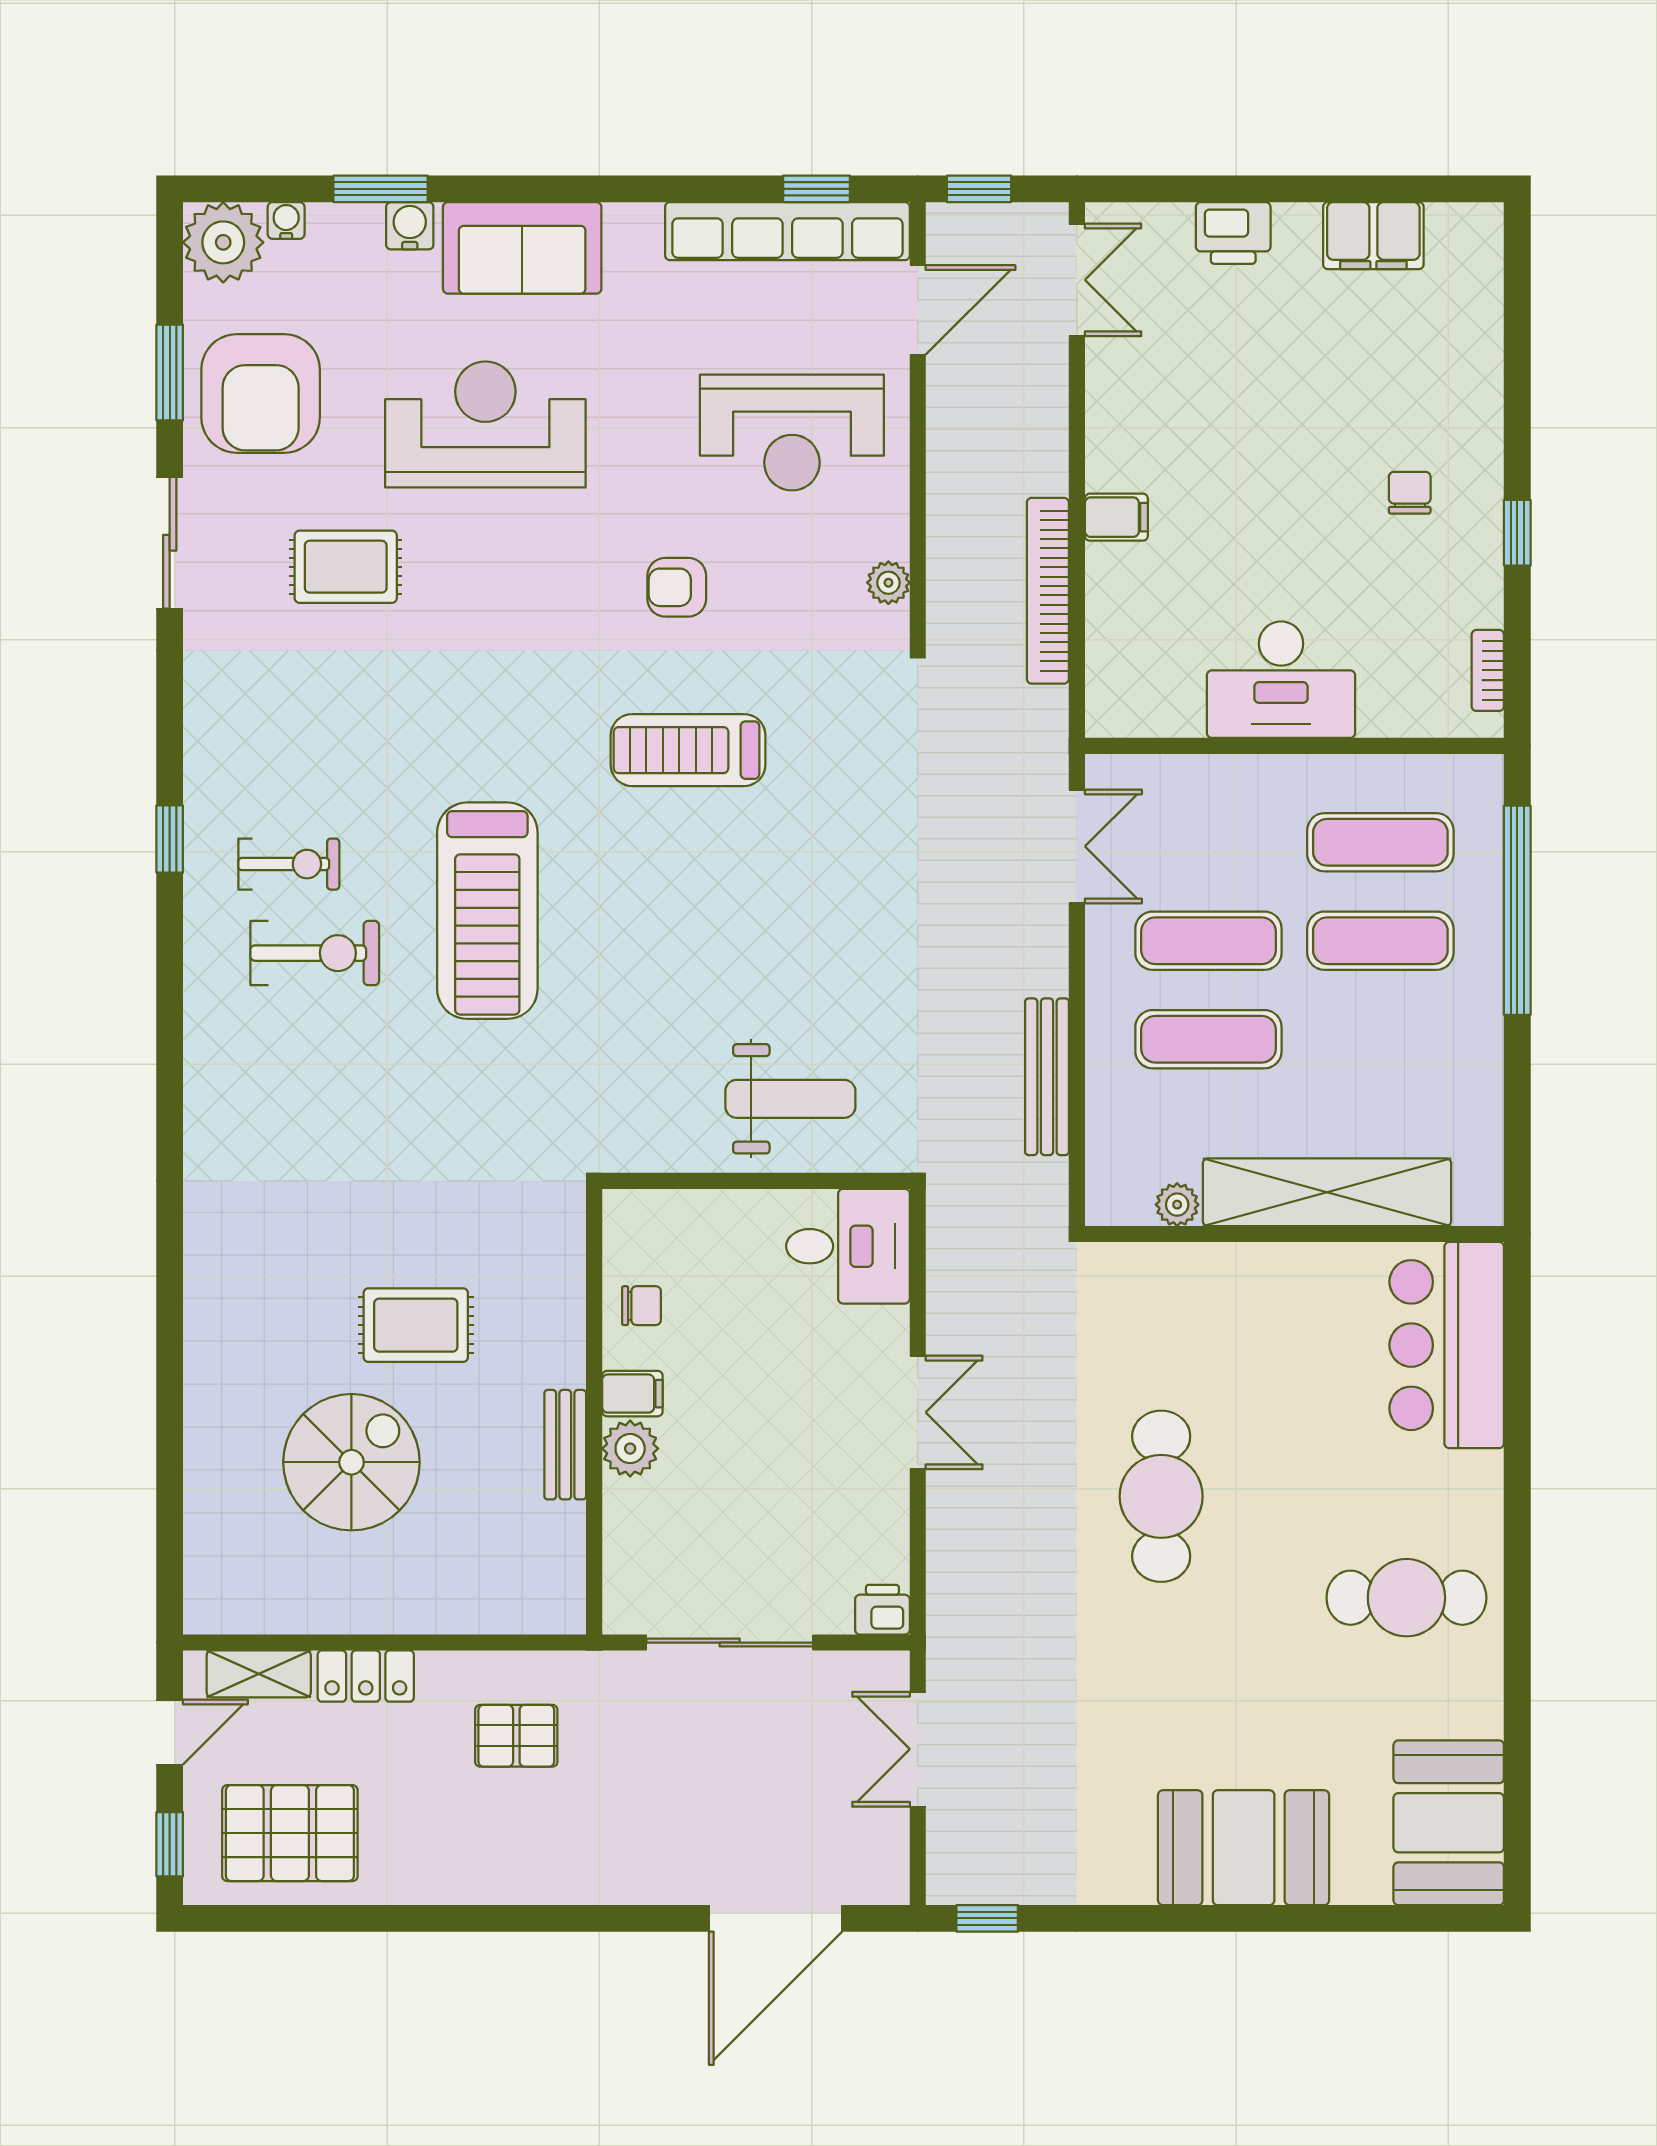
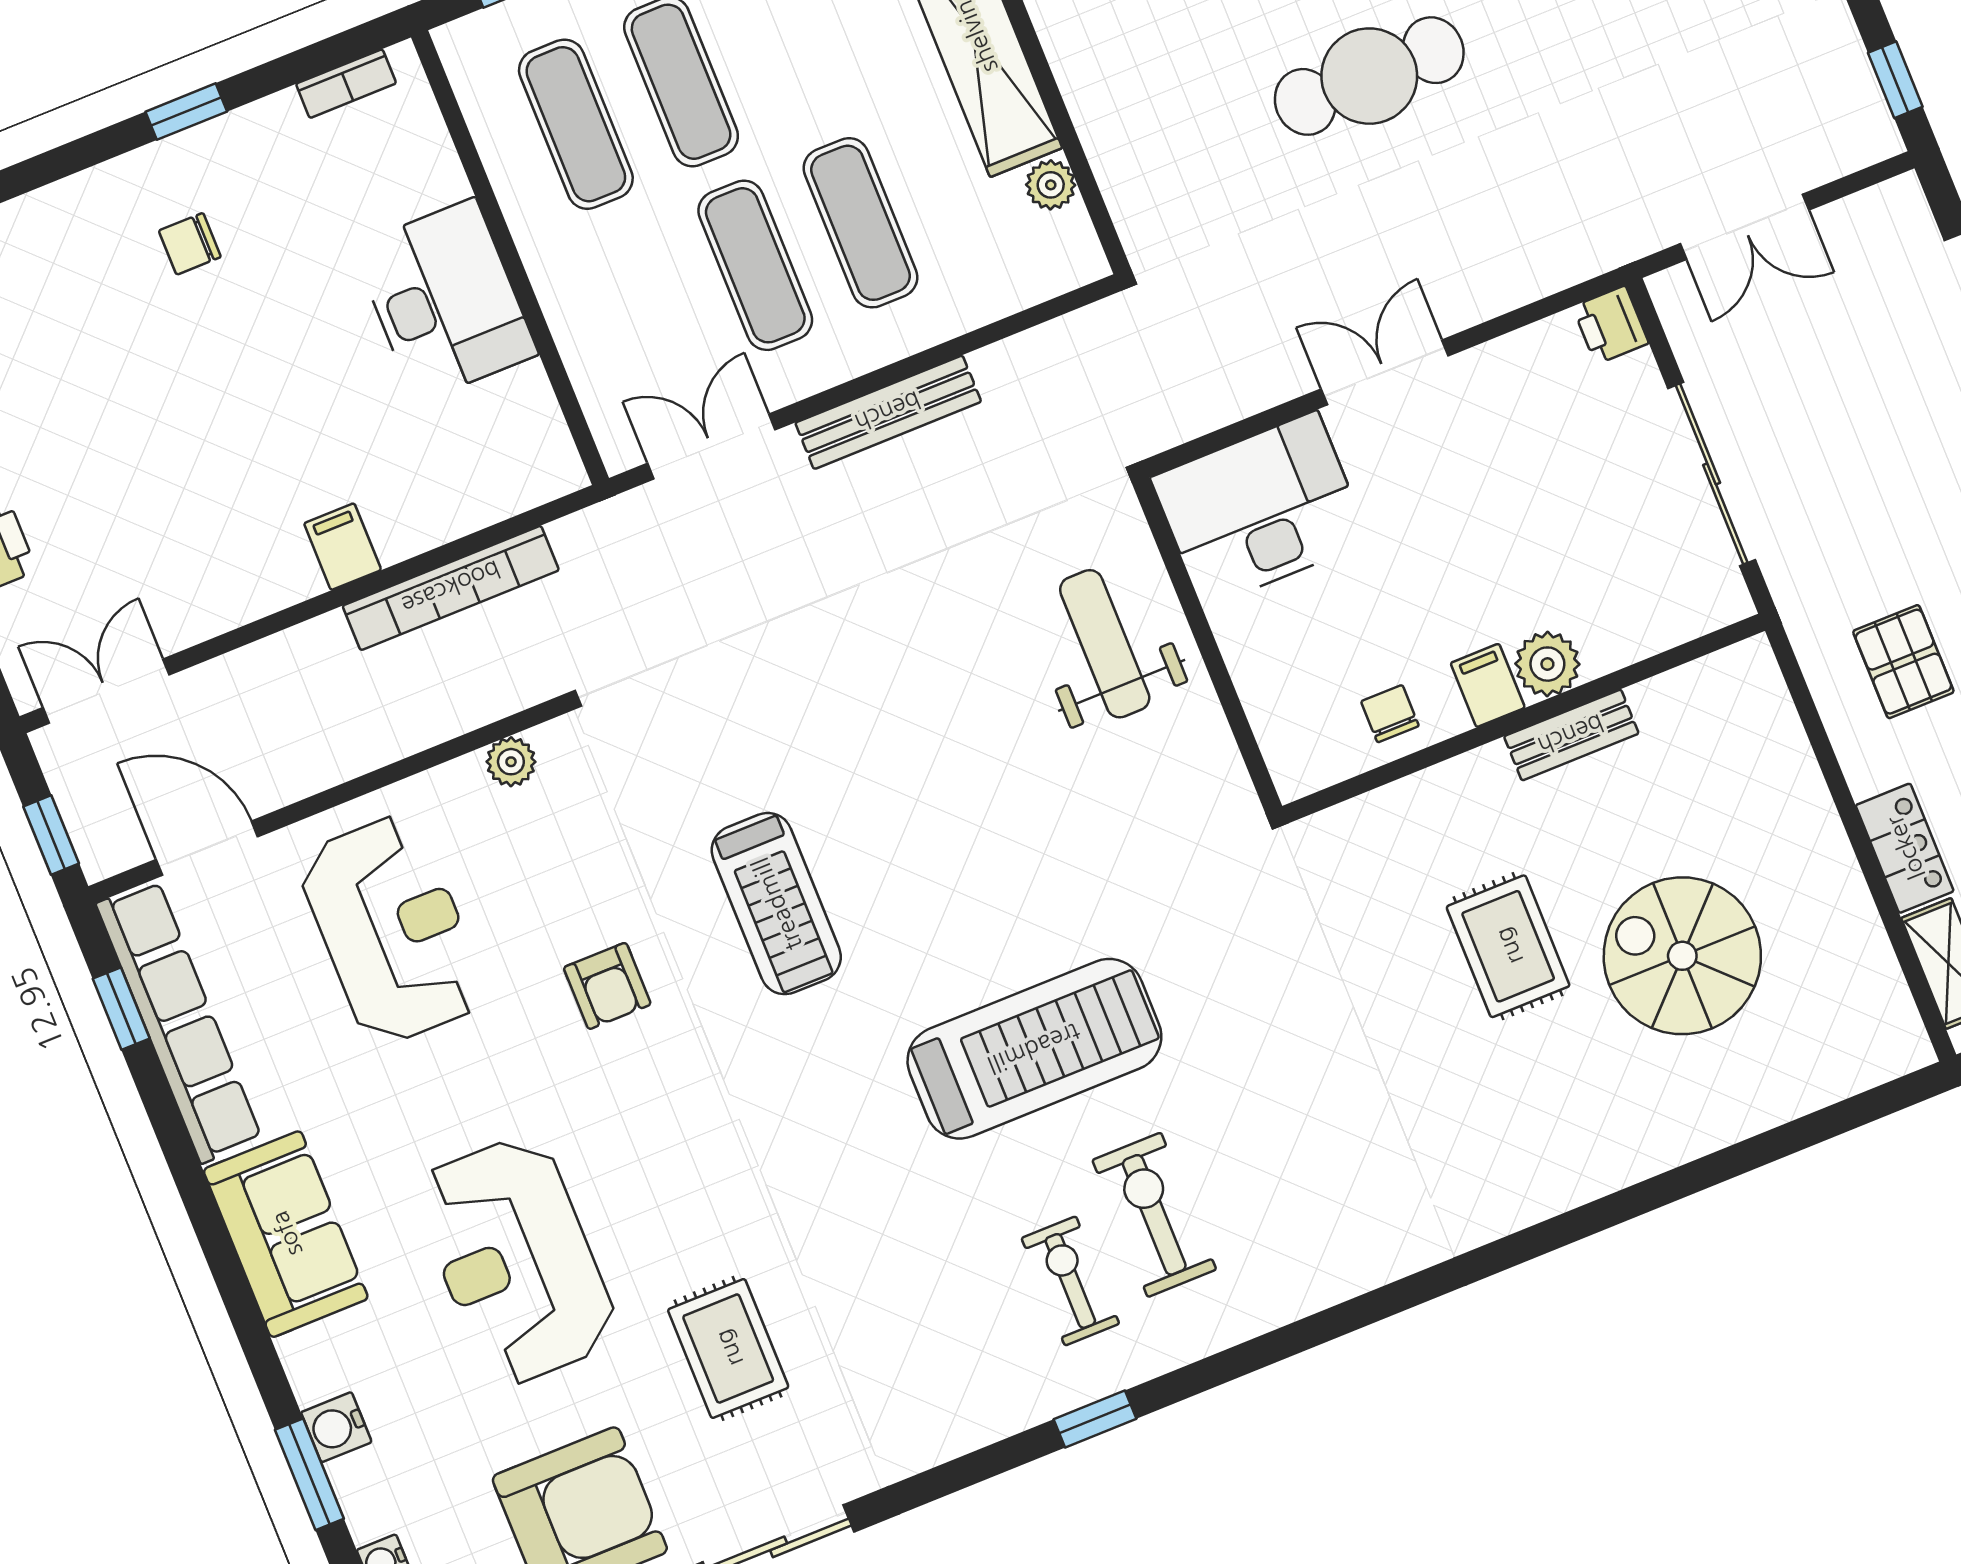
sofa: (522, 248) -> (286, 1234), moved
bench: (1047, 1077) -> (888, 412), moved
desk: (848, 1246) -> (1260, 509), width x1.37

